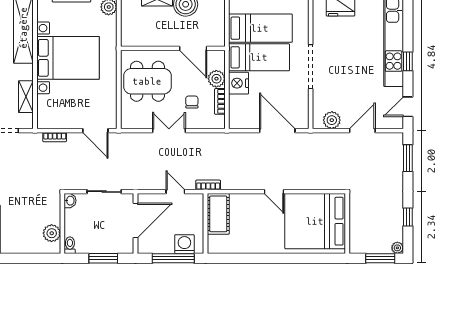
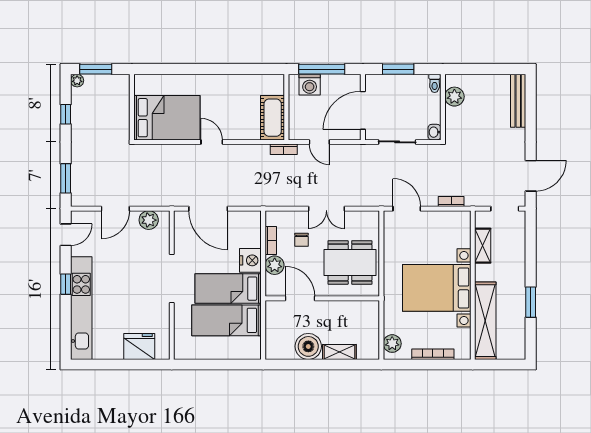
bed: (315, 221) -> (167, 118), width x0.73

